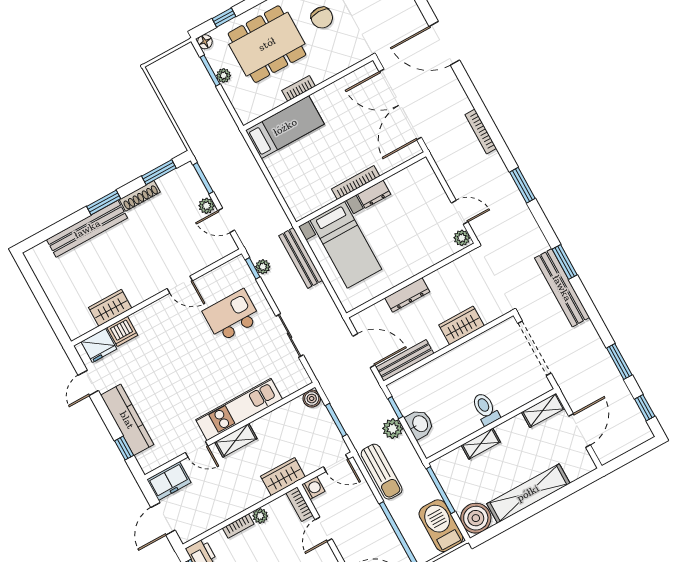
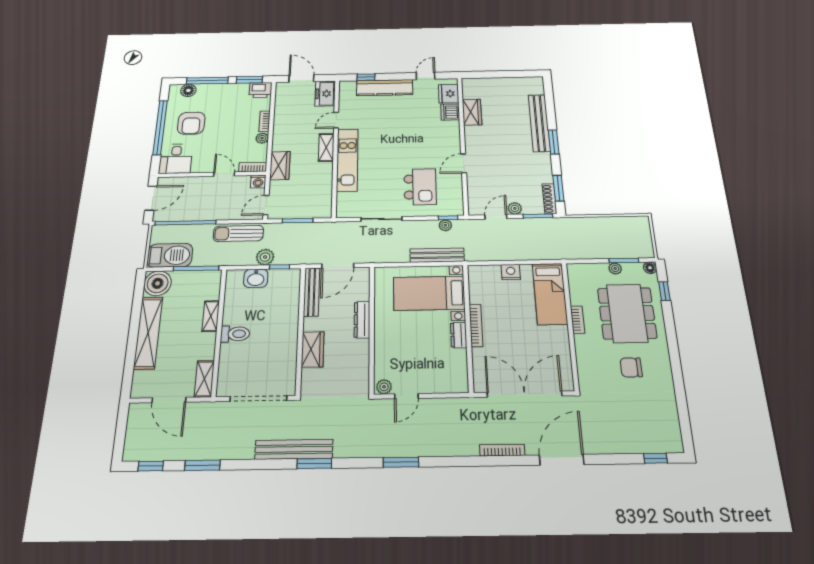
bookcase: (481, 132) -> (502, 450), moved
nightstand: (281, 176) -> (511, 272), added
shoe rack: (140, 196) -> (549, 199), moved
door: (88, 383) -> (426, 76), hinge flipped
boiler: (312, 399) -> (324, 212), removed

